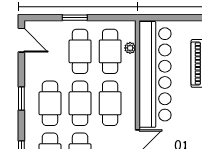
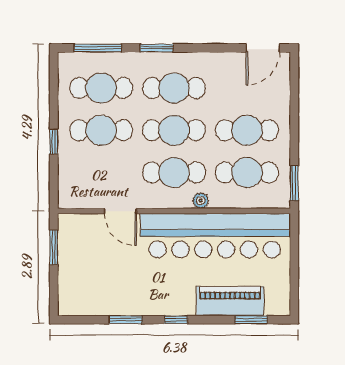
window: (75, 18) -> (294, 183), moved
plant: (130, 48) -> (201, 201), moved
window: (21, 99) -> (157, 48), moved

